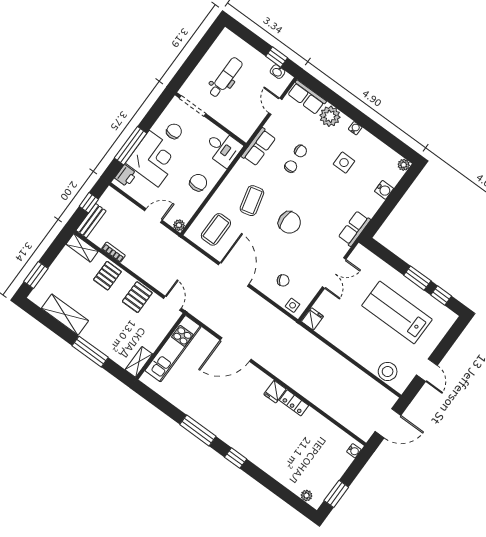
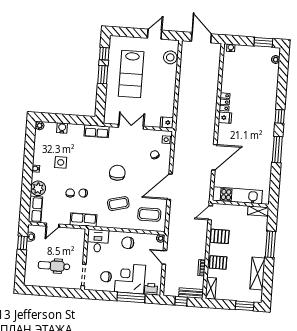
door: (236, 350) -> (214, 157), hinge flipped

